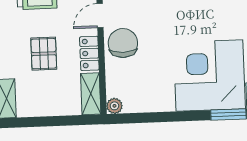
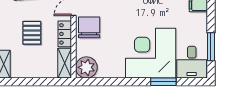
plant: (114, 106) -> (86, 67), width x1.88, depth x1.88

